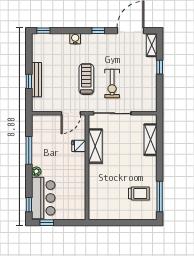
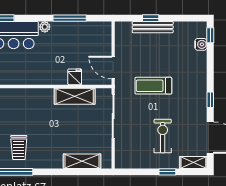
water cooler: (75, 39) -> (201, 44), moved
treadmill: (86, 79) -> (153, 86), turned 180
exercise bike: (112, 83) -> (163, 136), moved, turned 90

